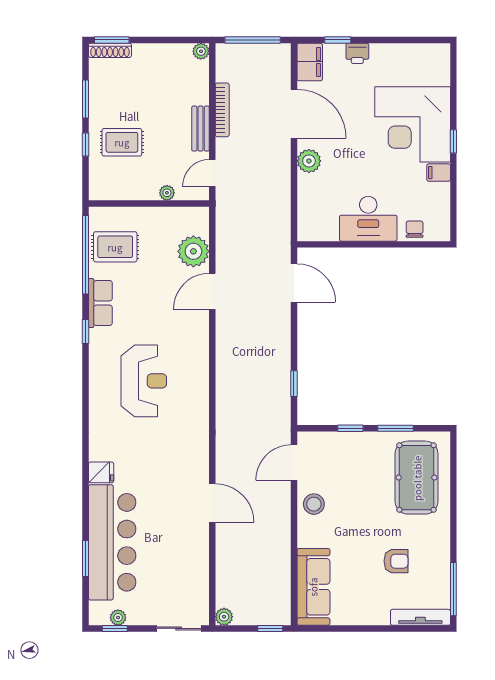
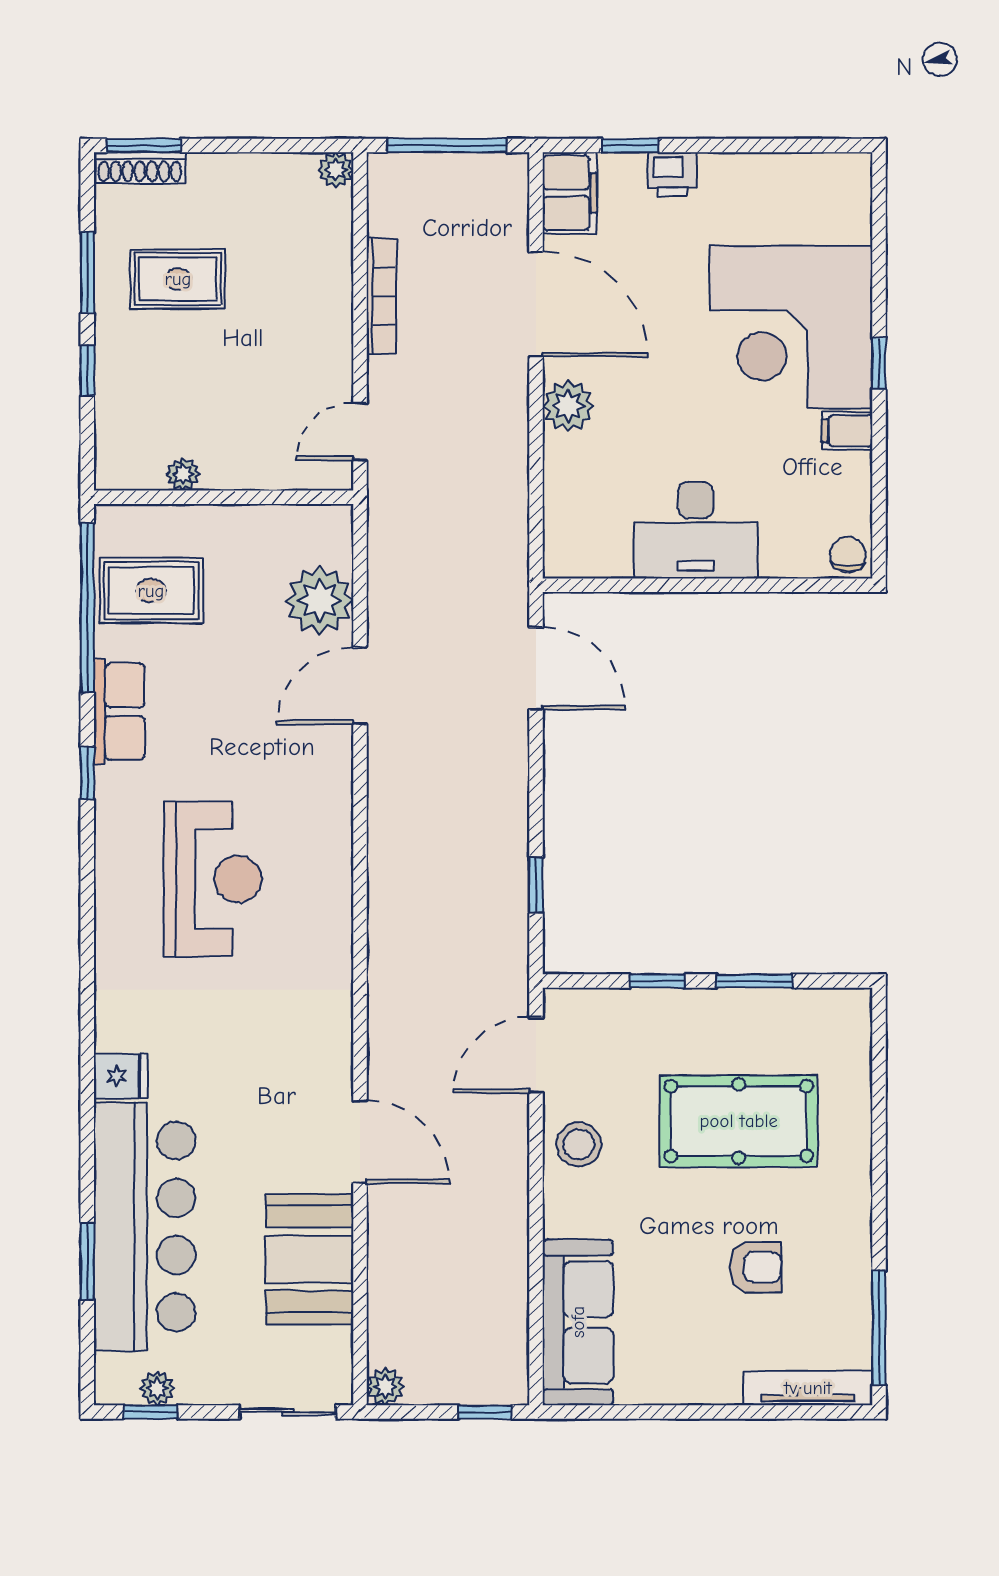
bench: (201, 129) -> (335, 336), removed
rug: (122, 142) -> (178, 279), moved
plant: (167, 193) -> (183, 474), moved
chair: (415, 229) -> (848, 555), moved
pool table: (417, 478) -> (739, 1121), moved, turned 90
booth: (189, 557) -> (310, 1259), added

